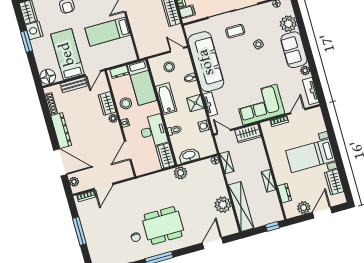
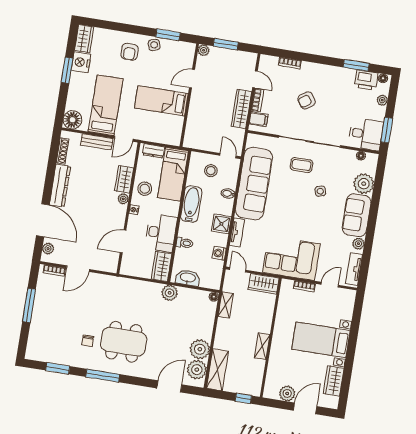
dresser: (284, 193) -> (273, 368), removed
shelving: (241, 206) -> (217, 370), width x0.68
plant: (228, 221) -> (197, 370), added

